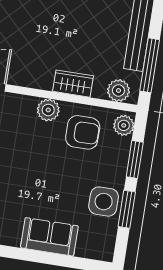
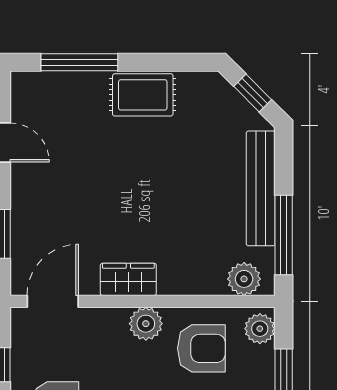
wardrobe: (73, 84) -> (128, 279), moved

